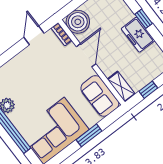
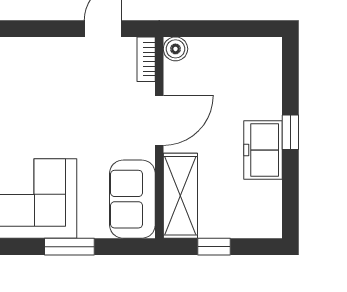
boiler: (78, 22) -> (175, 49), width x0.54, depth x0.54
shelving: (121, 87) -> (180, 196), width x1.50, depth x1.33

